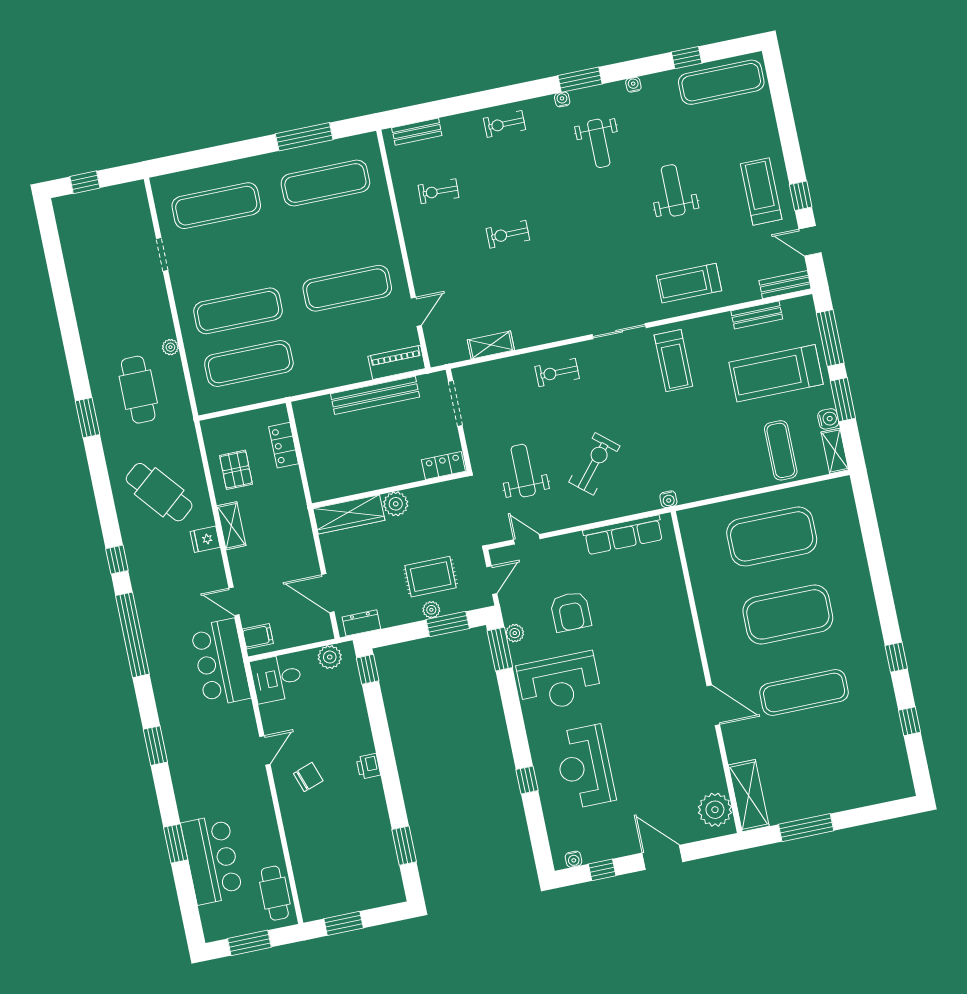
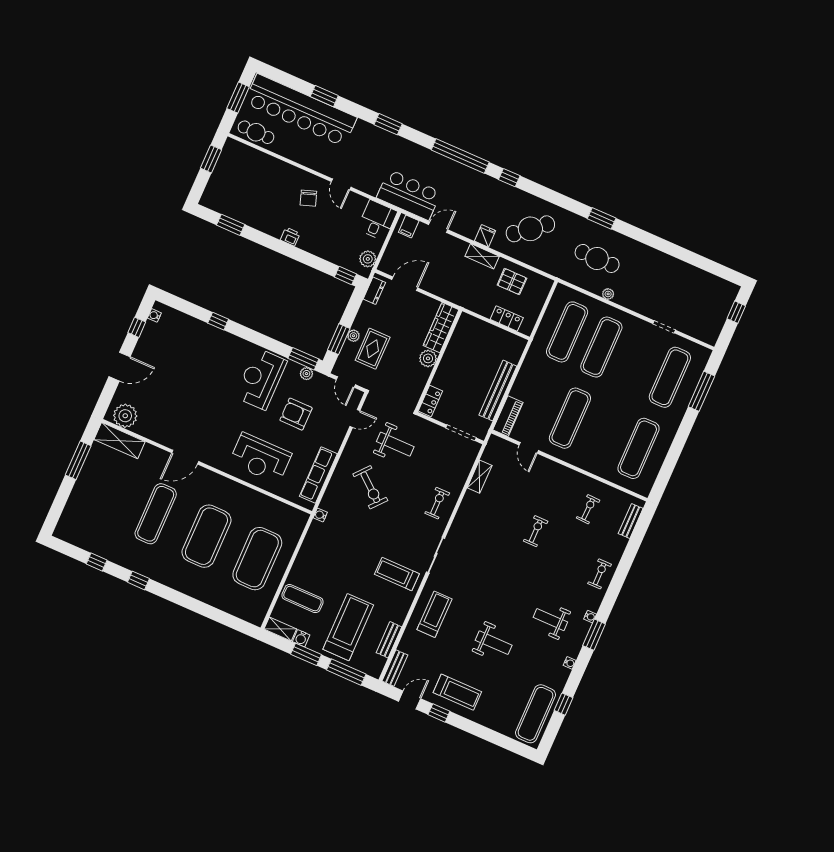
window: (304, 137) -> (701, 391), moved
reception desk: (585, 767) -> (260, 458), moved, turned 180
bar counter: (212, 859) -> (301, 110), width x1.86

